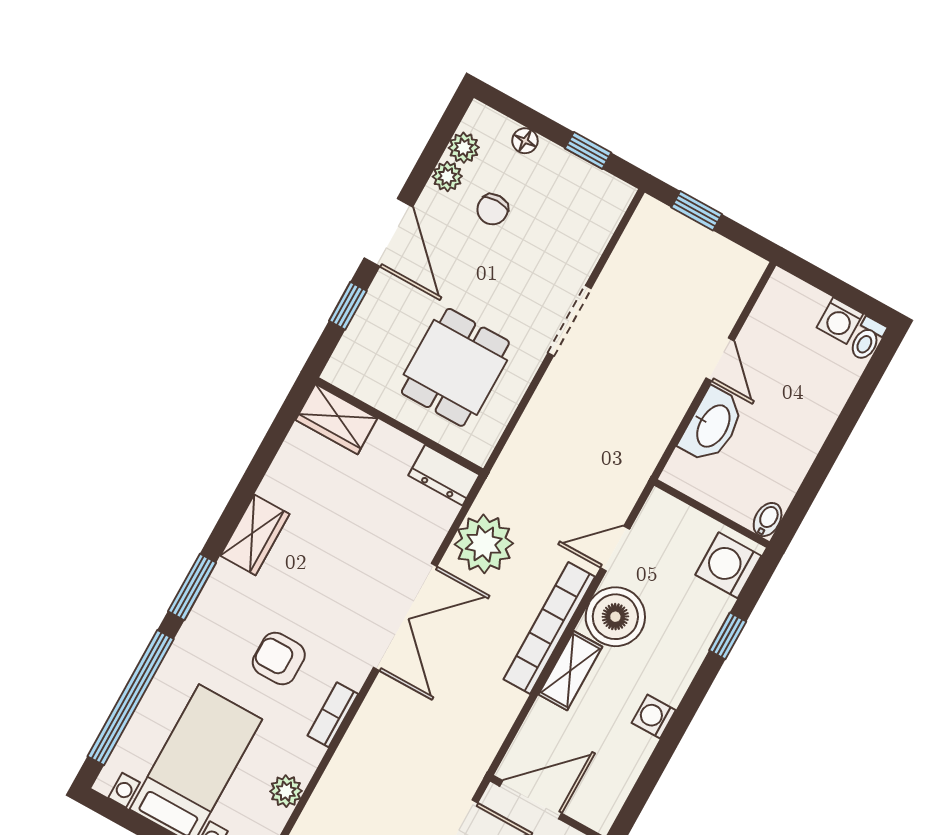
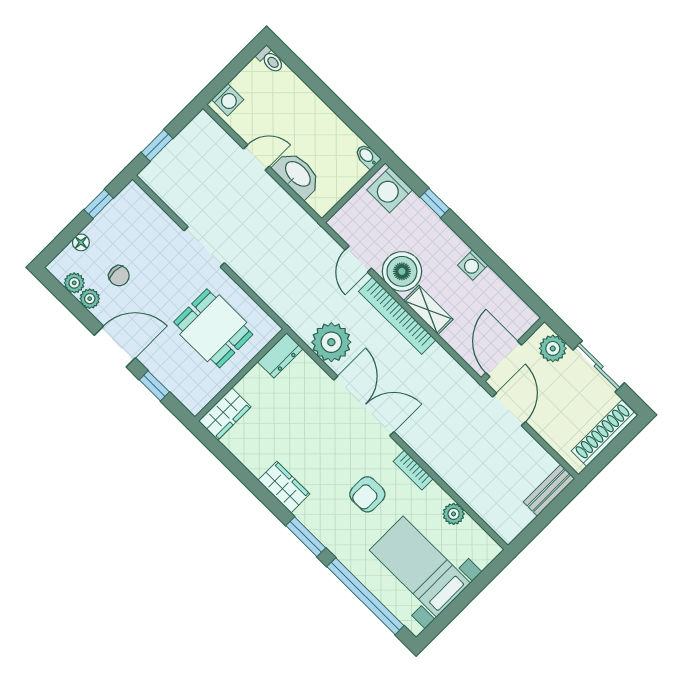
washing machine: (840, 321) -> (228, 100), moved

